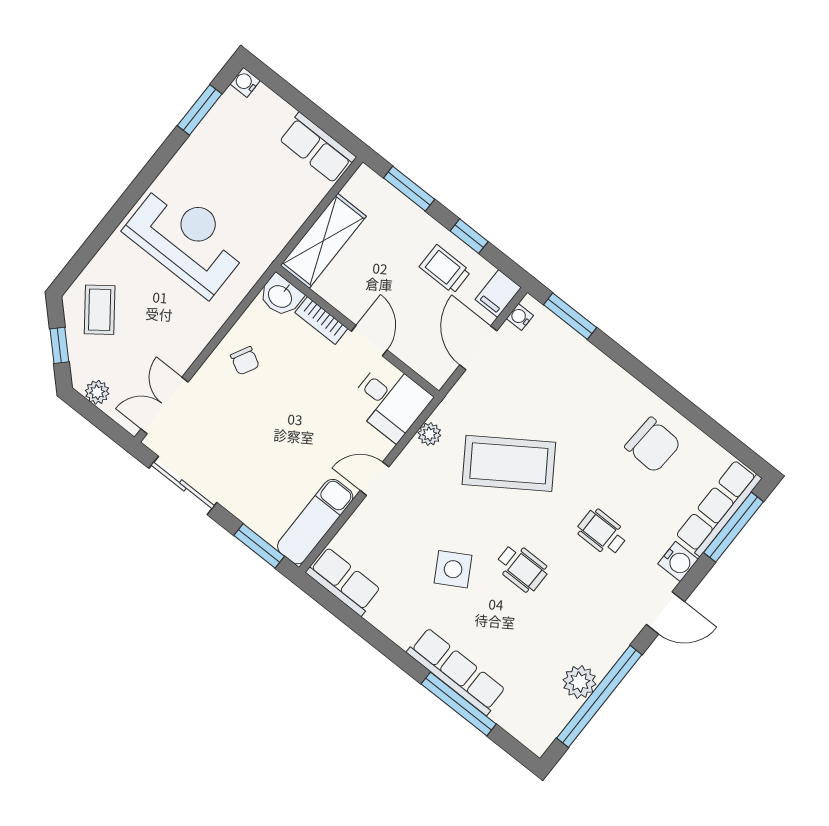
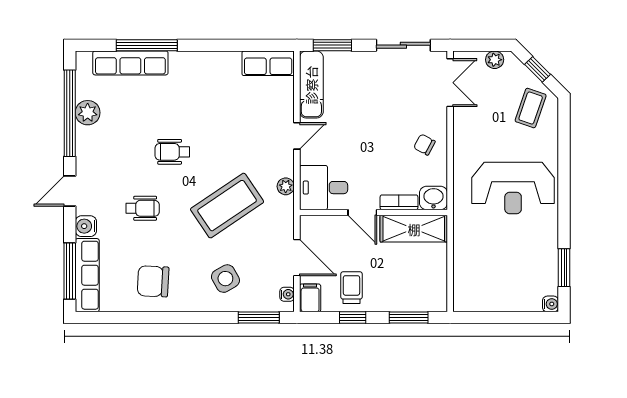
row of seats: (317, 148) -> (480, 299), removed
shelving: (323, 241) -> (414, 229), moved, turned 90
trolley: (445, 269) -> (351, 288), turned -90
coffee table: (100, 310) -> (531, 108), turned 56
side table: (453, 569) -> (225, 279), moved
row of seats: (456, 671) -> (130, 63), moved

